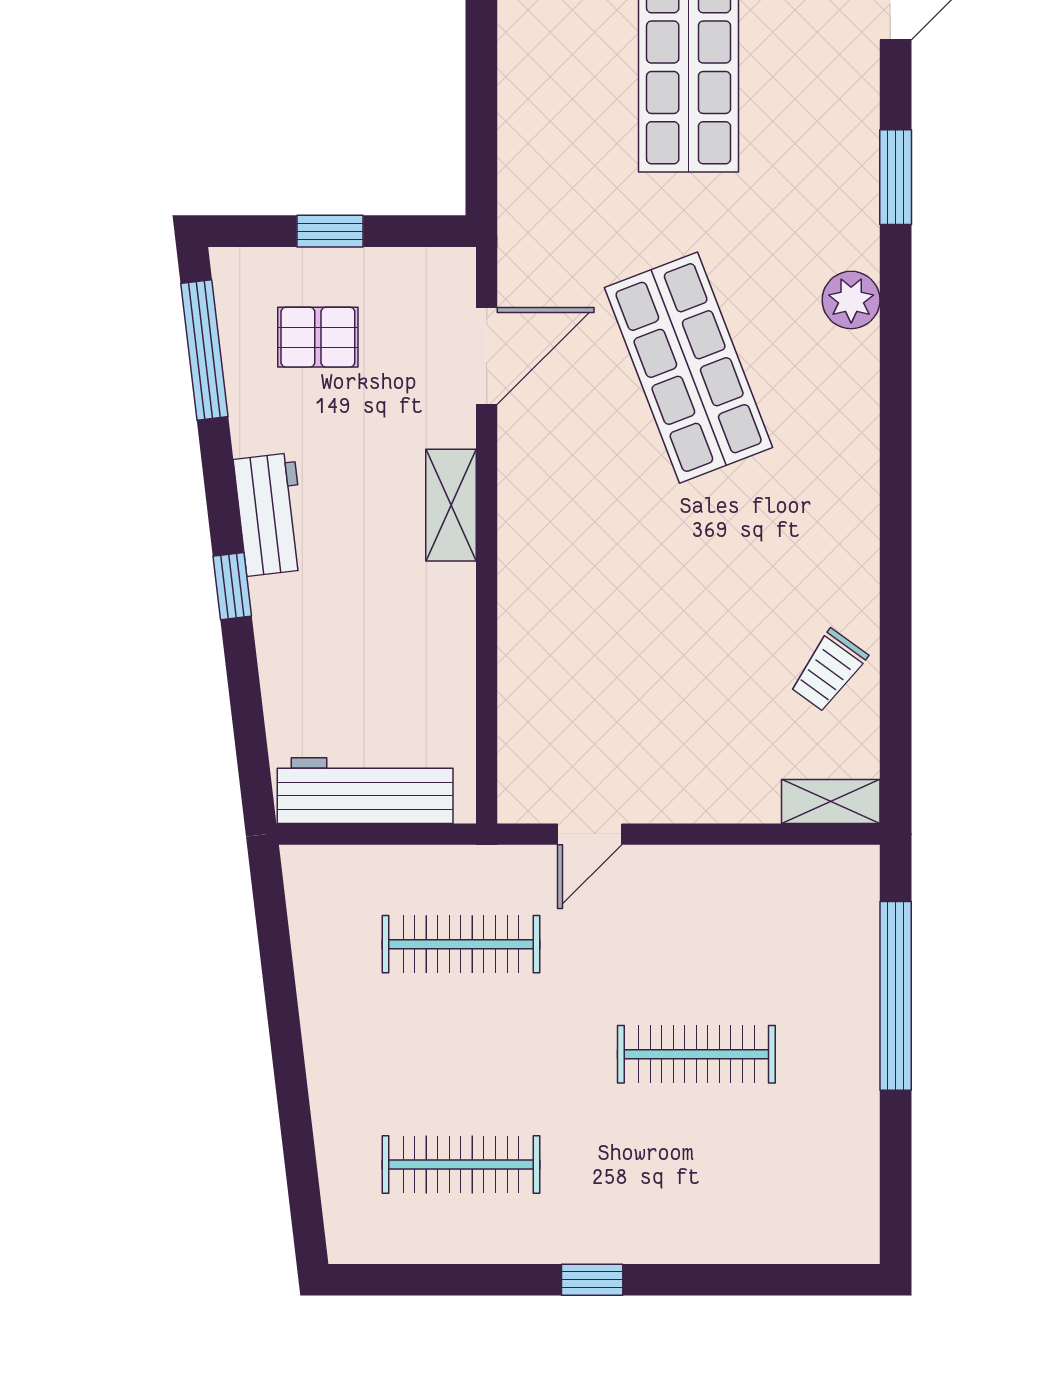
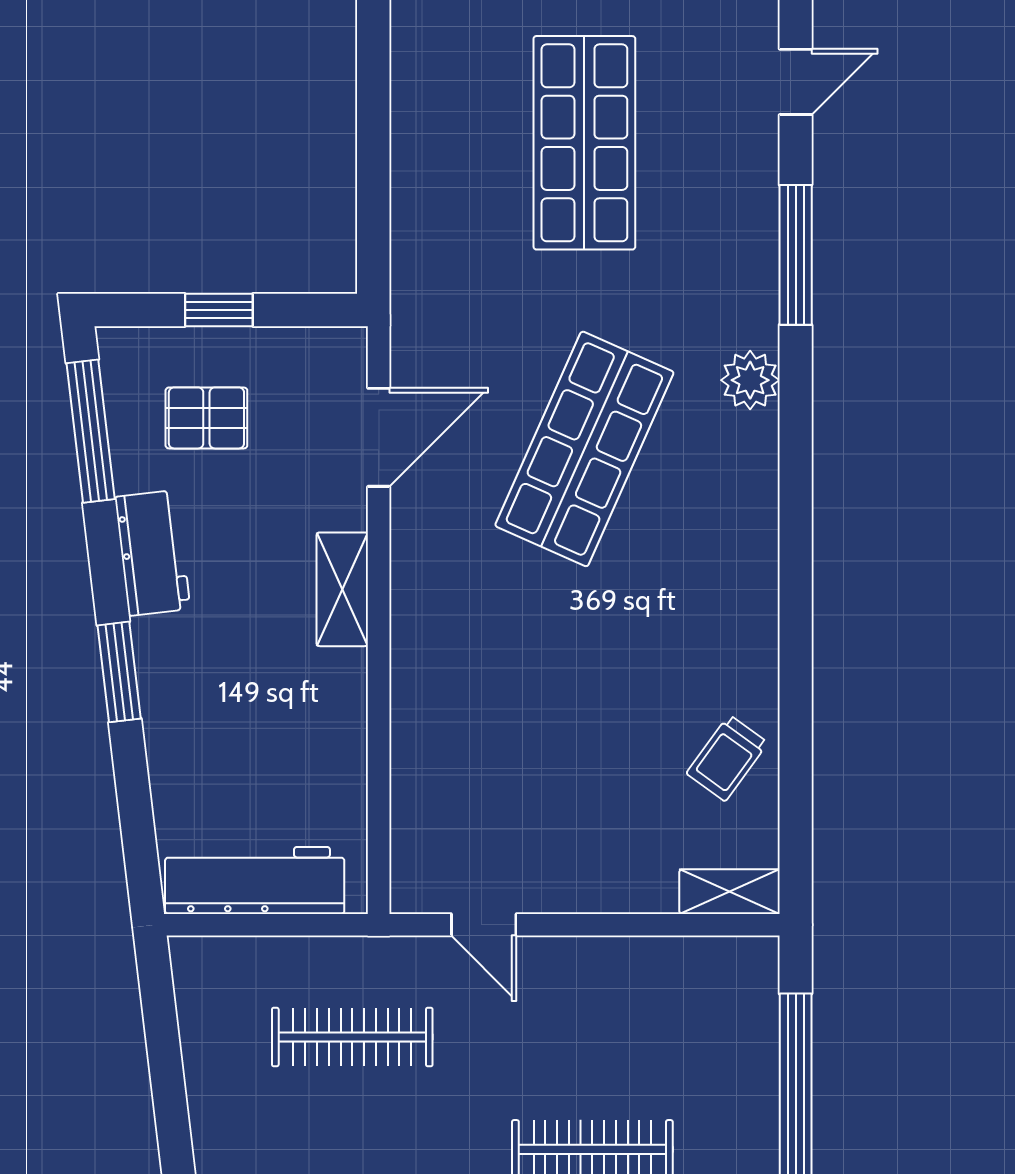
window: (896, 177) -> (796, 255), width x1.44
shop shelf: (689, 368) -> (584, 449), turned 45
workbench: (270, 514) -> (152, 553), moved
window: (232, 586) -> (119, 672), width x1.50
door: (590, 834) -> (484, 925), hinge flipped

